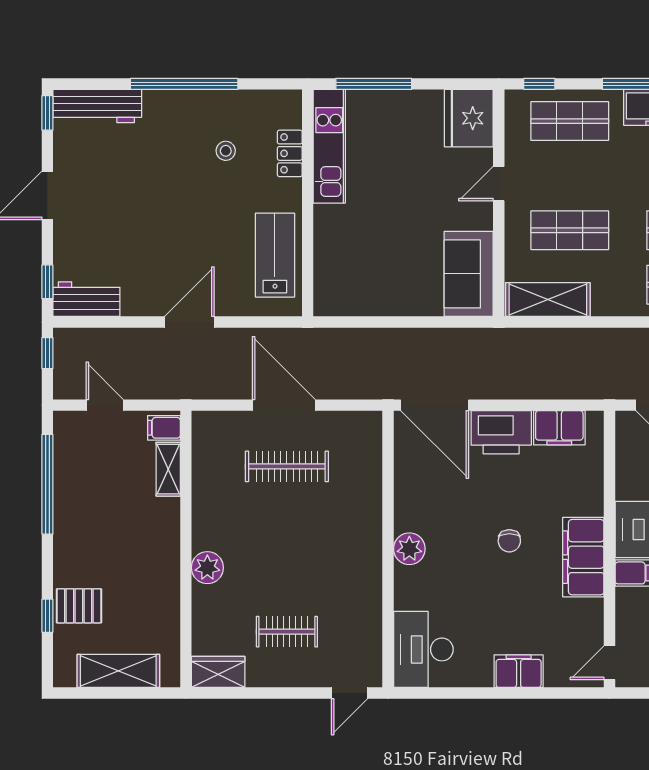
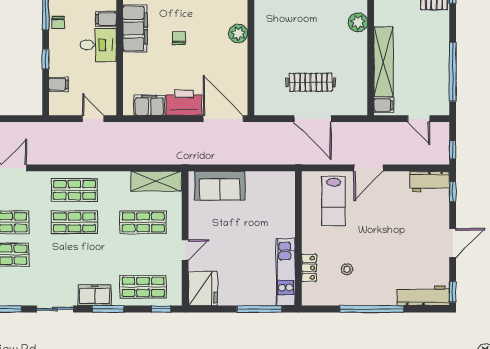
lab bench: (275, 255) -> (334, 201), moved
sofa: (469, 274) -> (220, 186), moved, turned 90
shelving: (168, 469) -> (383, 62), width x2.20, depth x1.33

